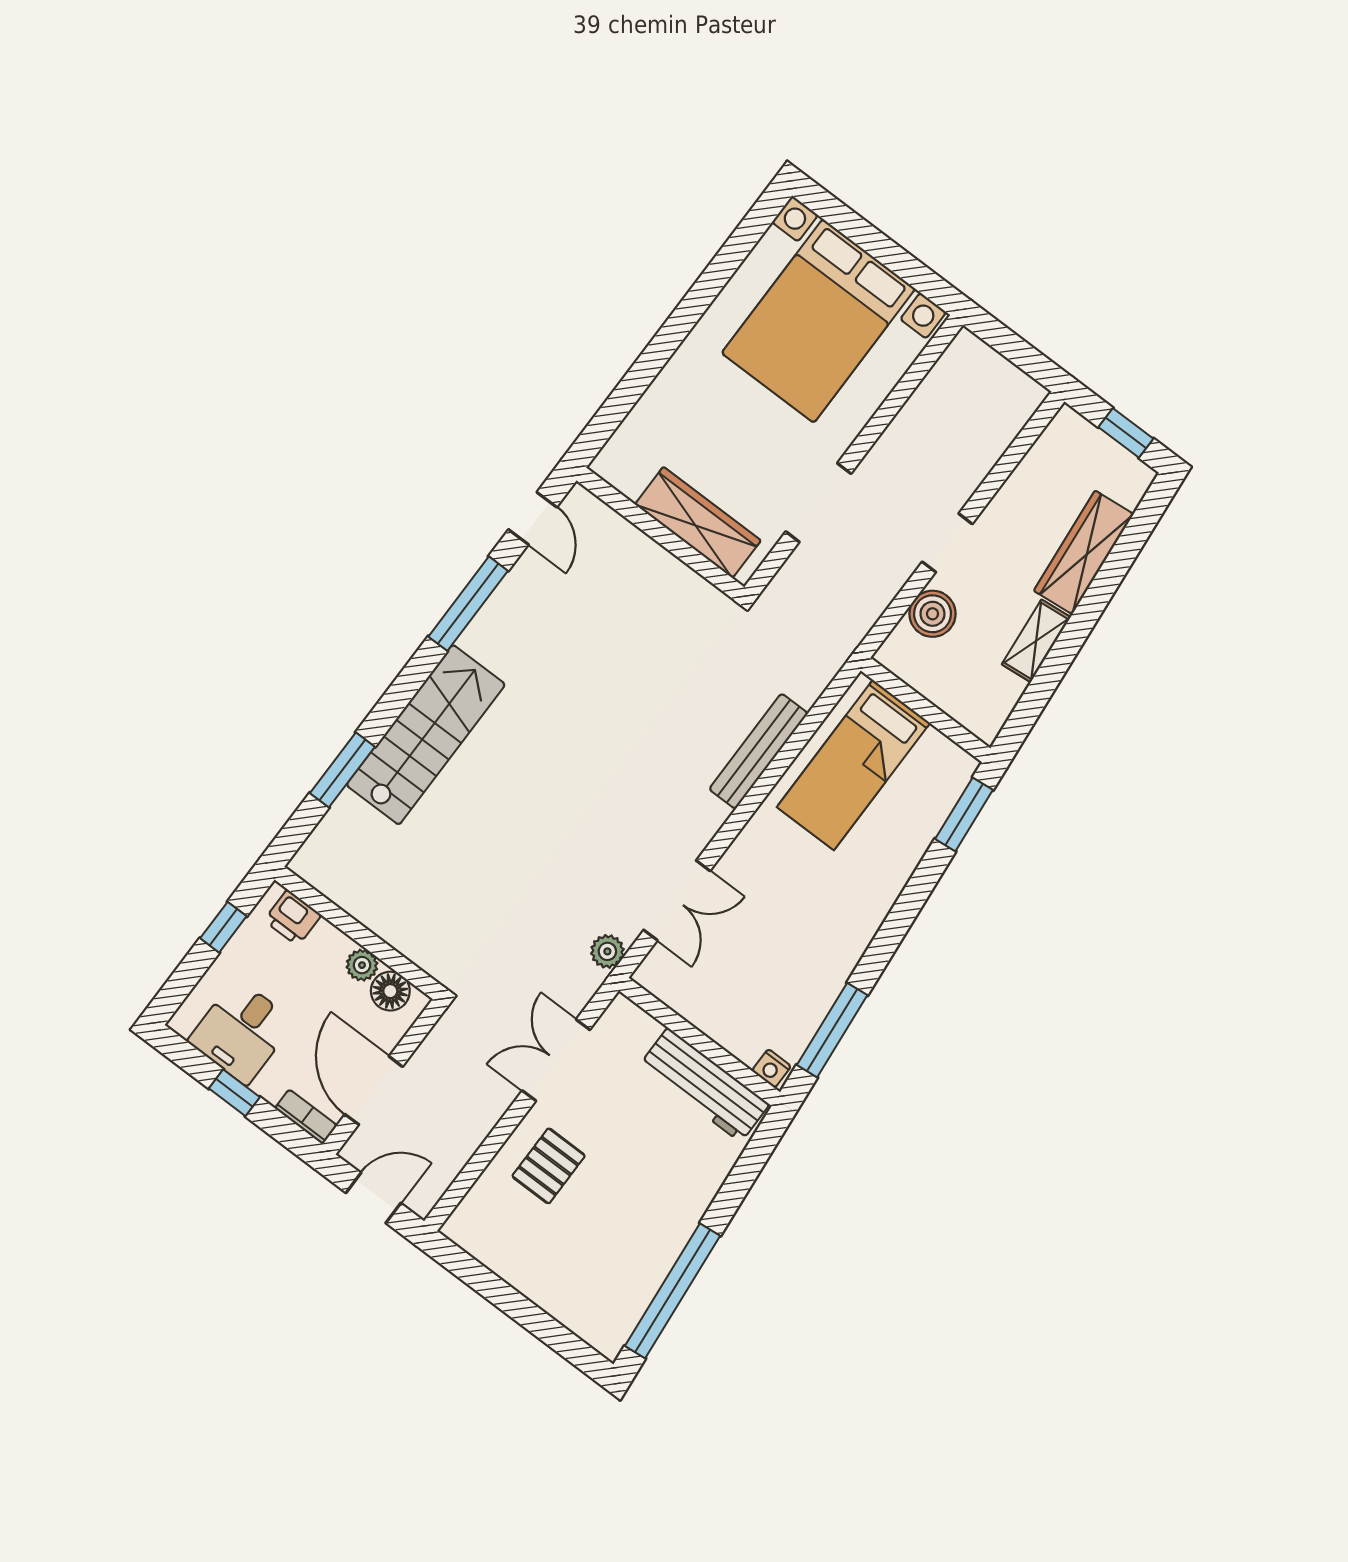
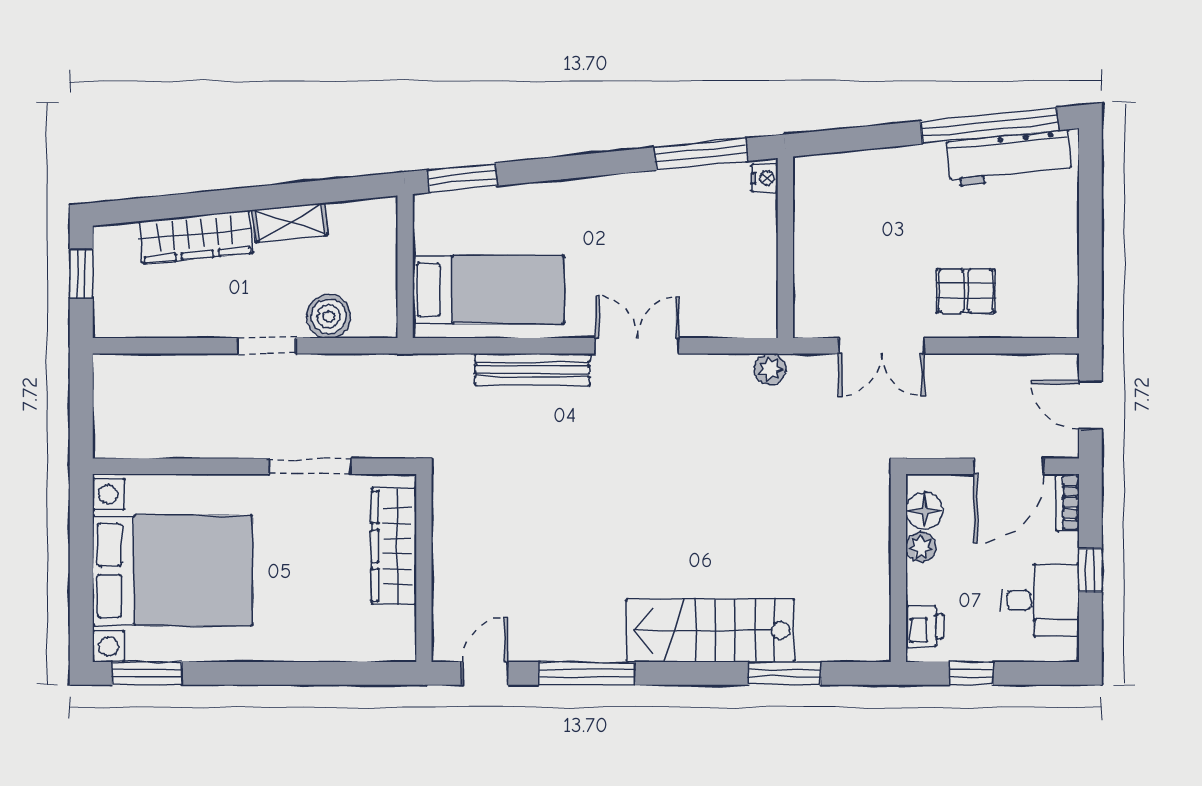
window: (748, 234) -> (147, 673), added
double door: (677, 900) -> (637, 346), moved
workbench: (704, 1085) -> (1009, 158), moved, turned 84

